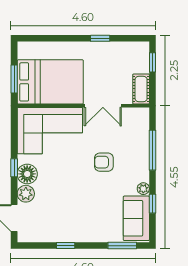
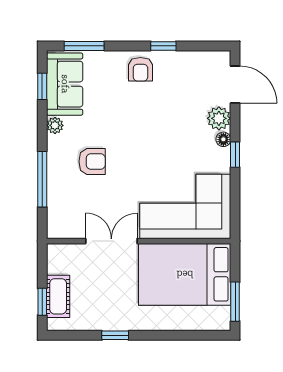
window: (14, 79) -> (235, 302), moved
cot: (141, 89) -> (58, 296), moved
armchair: (104, 162) -> (92, 161), moved
floor lamp: (27, 174) -> (223, 139), width x0.53, depth x0.53
window: (152, 204) -> (42, 86), moved
armchair: (82, 229) -> (140, 69), added

